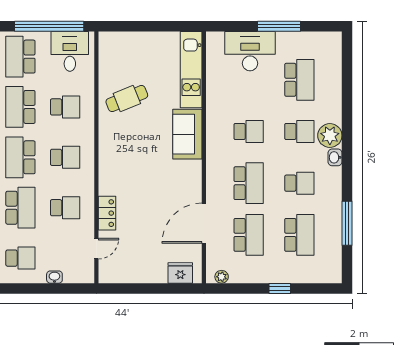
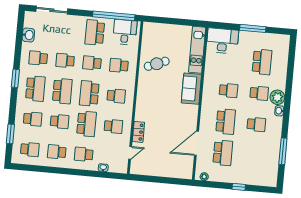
desk: (250, 51) -> (222, 41), moved
school desk: (20, 107) -> (92, 63), width x0.54
school desk: (65, 107) -> (119, 65), turned 180
school desk: (299, 235) -> (253, 156), removed
school desk: (20, 258) -> (84, 154), turned 180
fridge: (180, 273) -> (179, 172), removed

